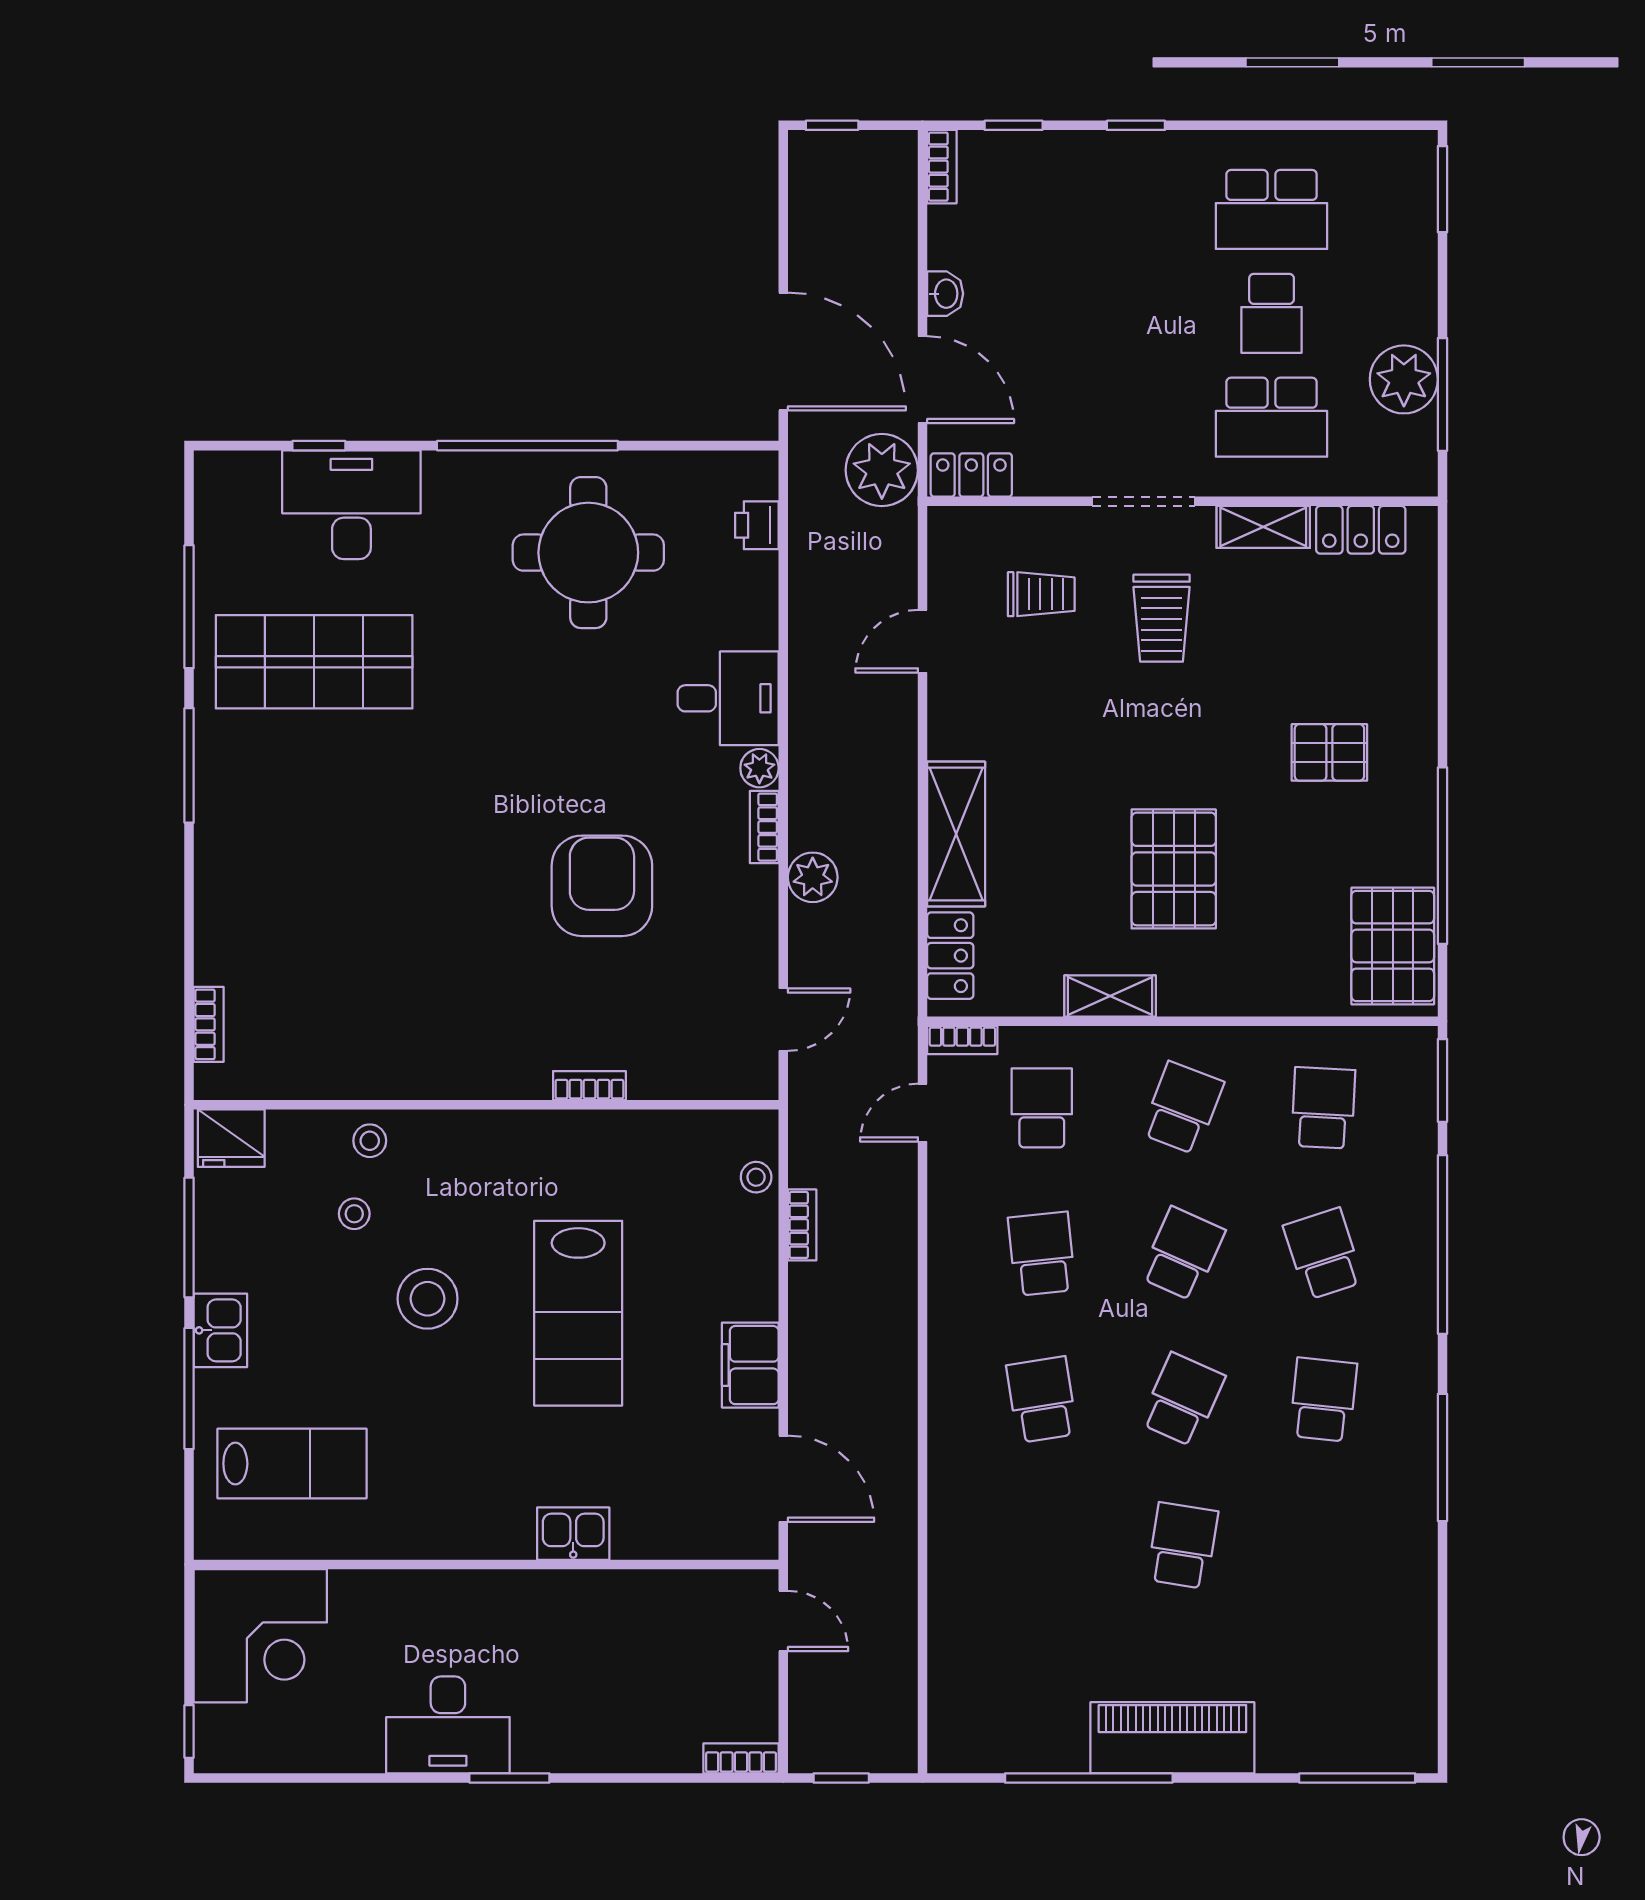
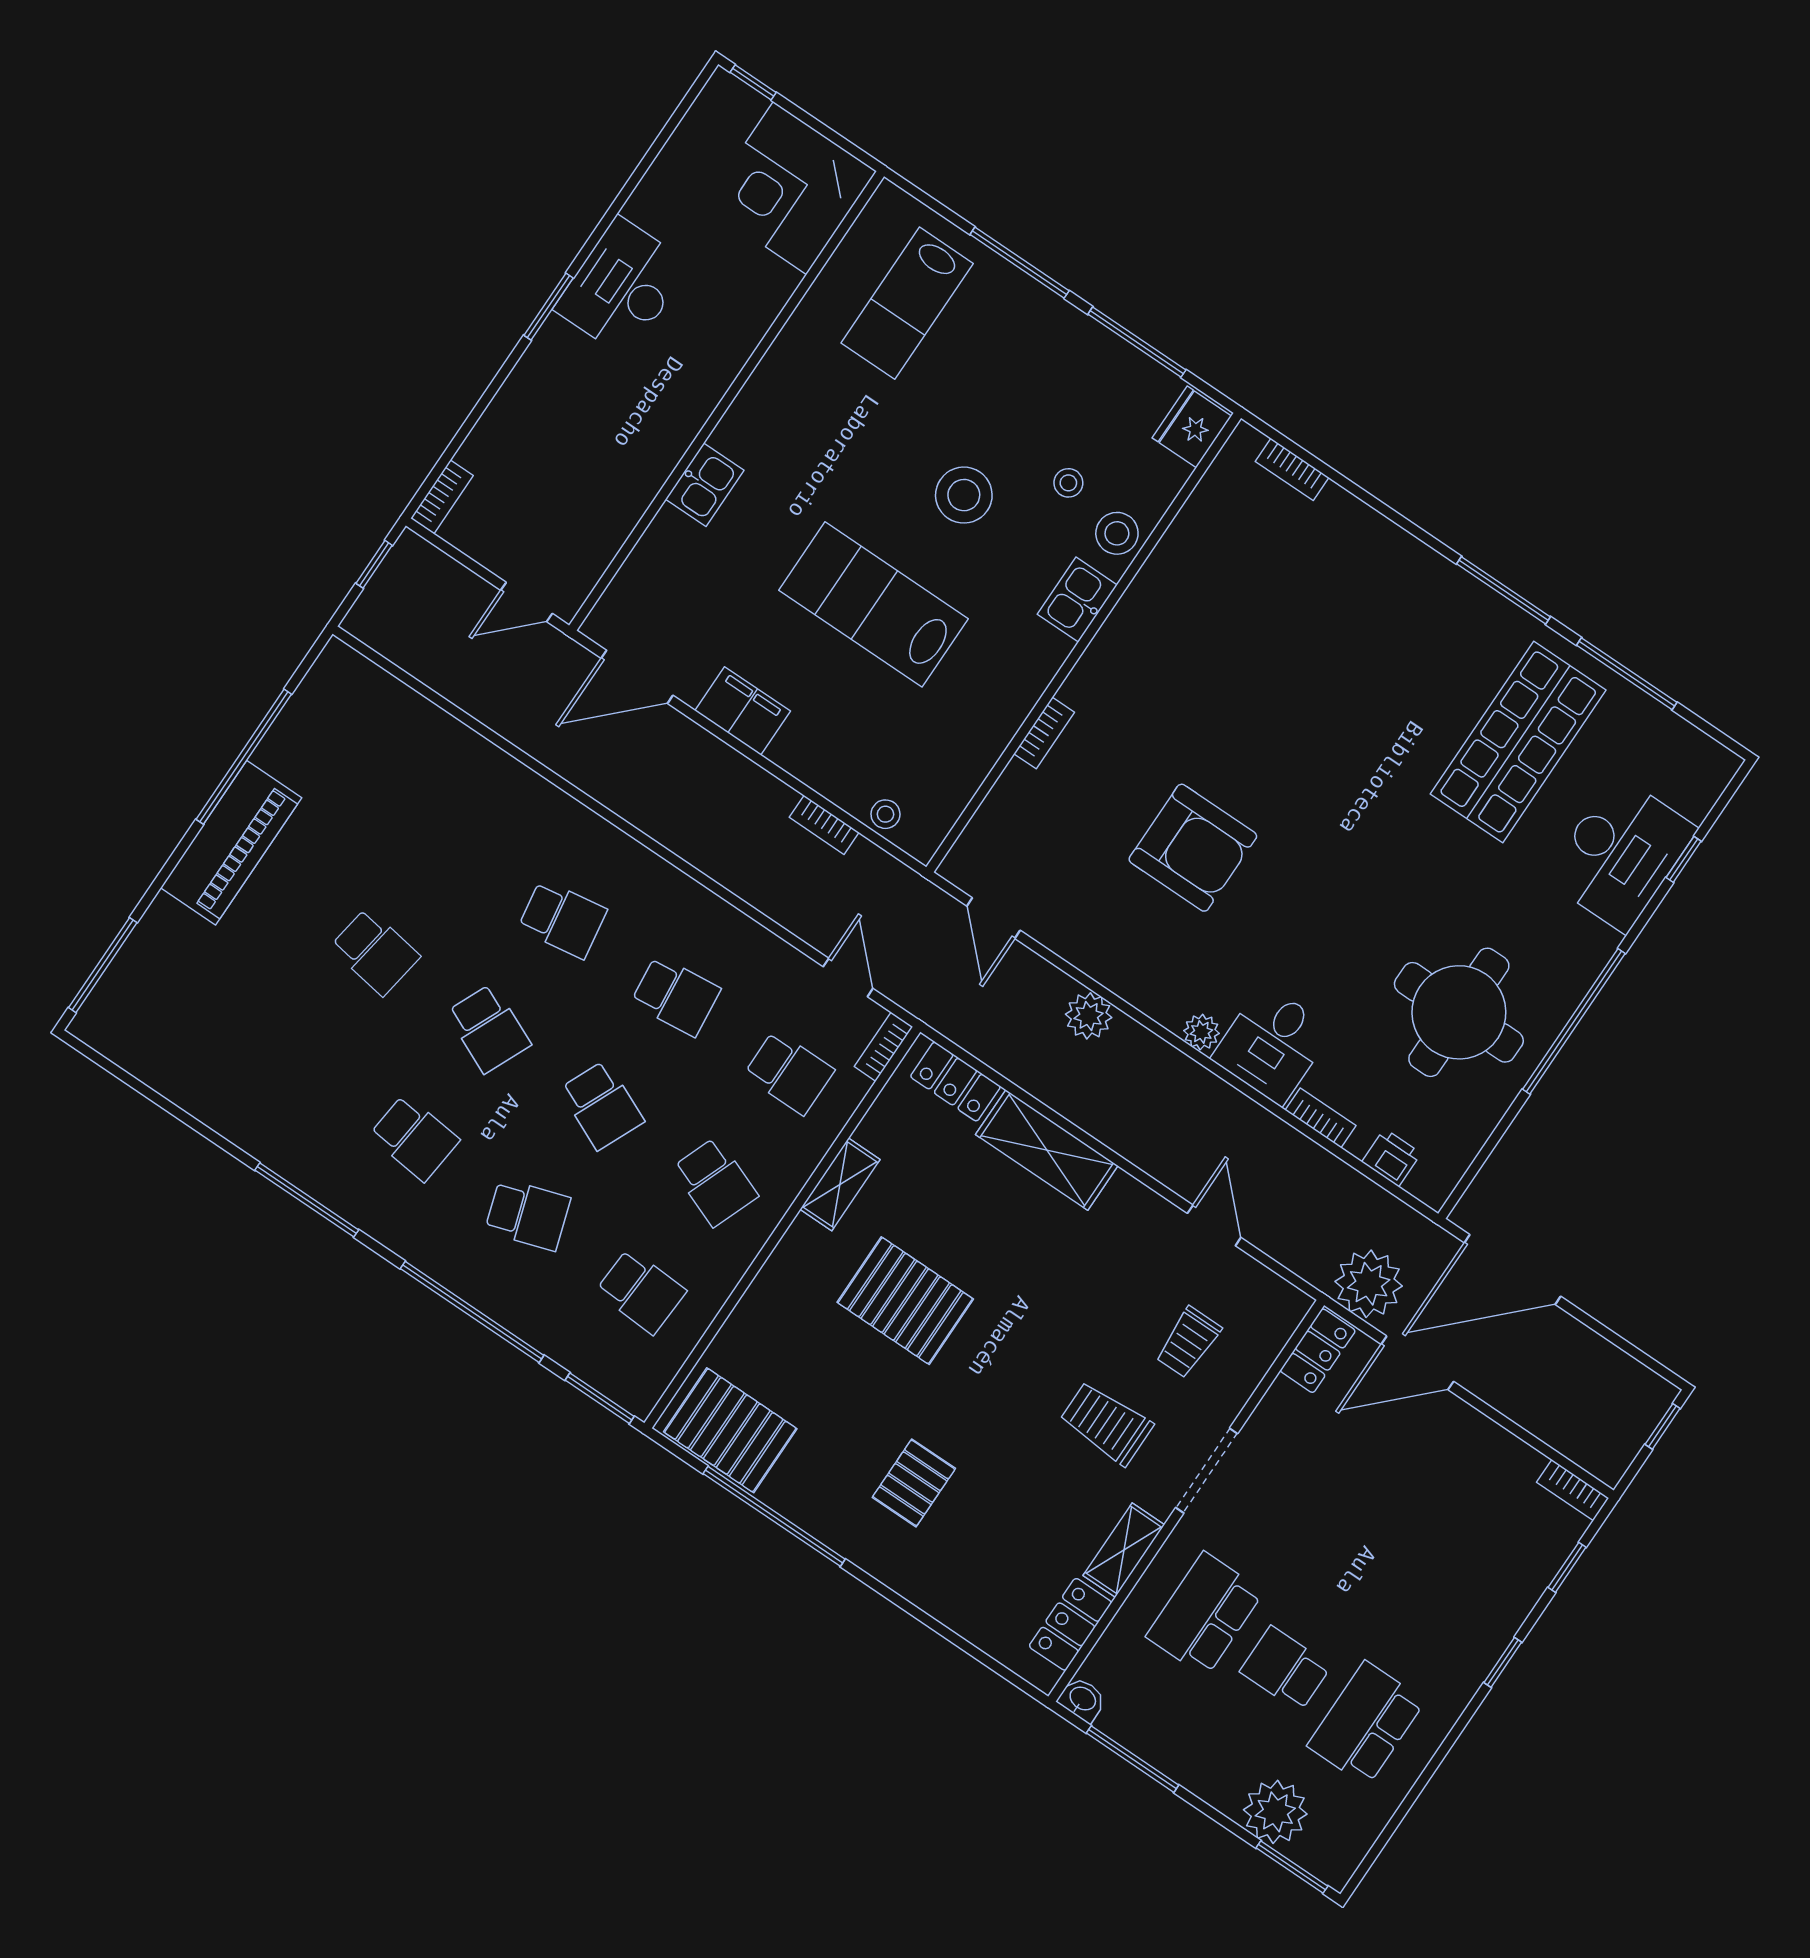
washbasin: (945, 294) -> (1082, 1699), moved, turned 180
plant: (1404, 379) -> (1275, 1812), moved
bookcase: (764, 827) -> (1320, 1118), moved
stool: (370, 1141) -> (1117, 533), width x1.37, depth x1.37
kitchen sink: (220, 1330) -> (1077, 600), moved, turned 90

